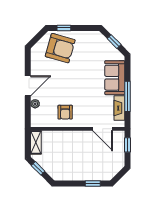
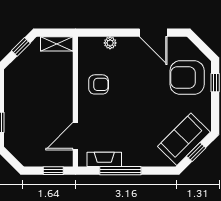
armchair: (60, 48) -> (187, 78), turned 74
sofa: (115, 78) -> (184, 139), moved, turned -45
door: (28, 86) -> (153, 33), moved
armchair: (65, 112) -> (99, 84), turned 180

